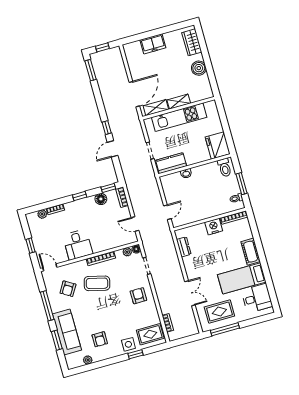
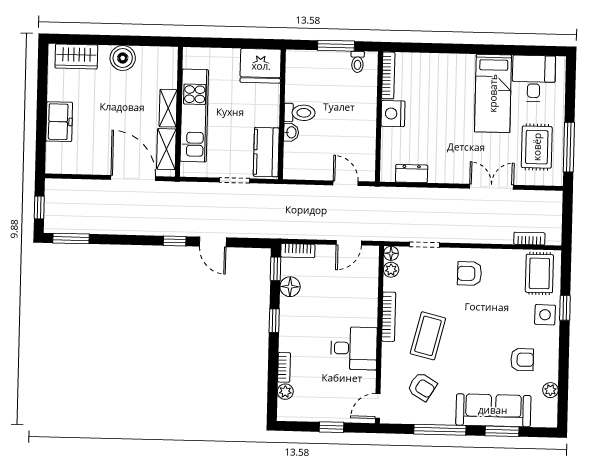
toilet: (225, 168) -> (300, 113), moved
cot: (251, 252) -> (453, 65), removed

